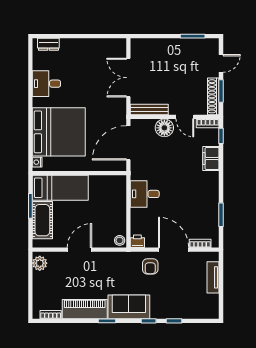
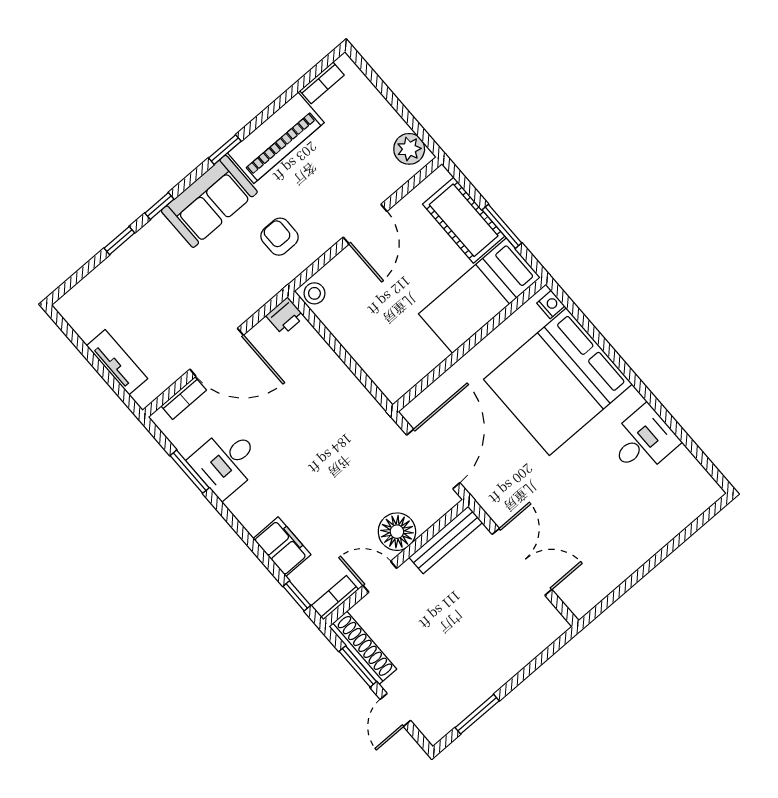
dresser: (48, 44) -> (693, 506), removed
desk: (145, 194) -> (226, 462), moved, turned 180
armchair: (150, 266) -> (279, 237), moved

